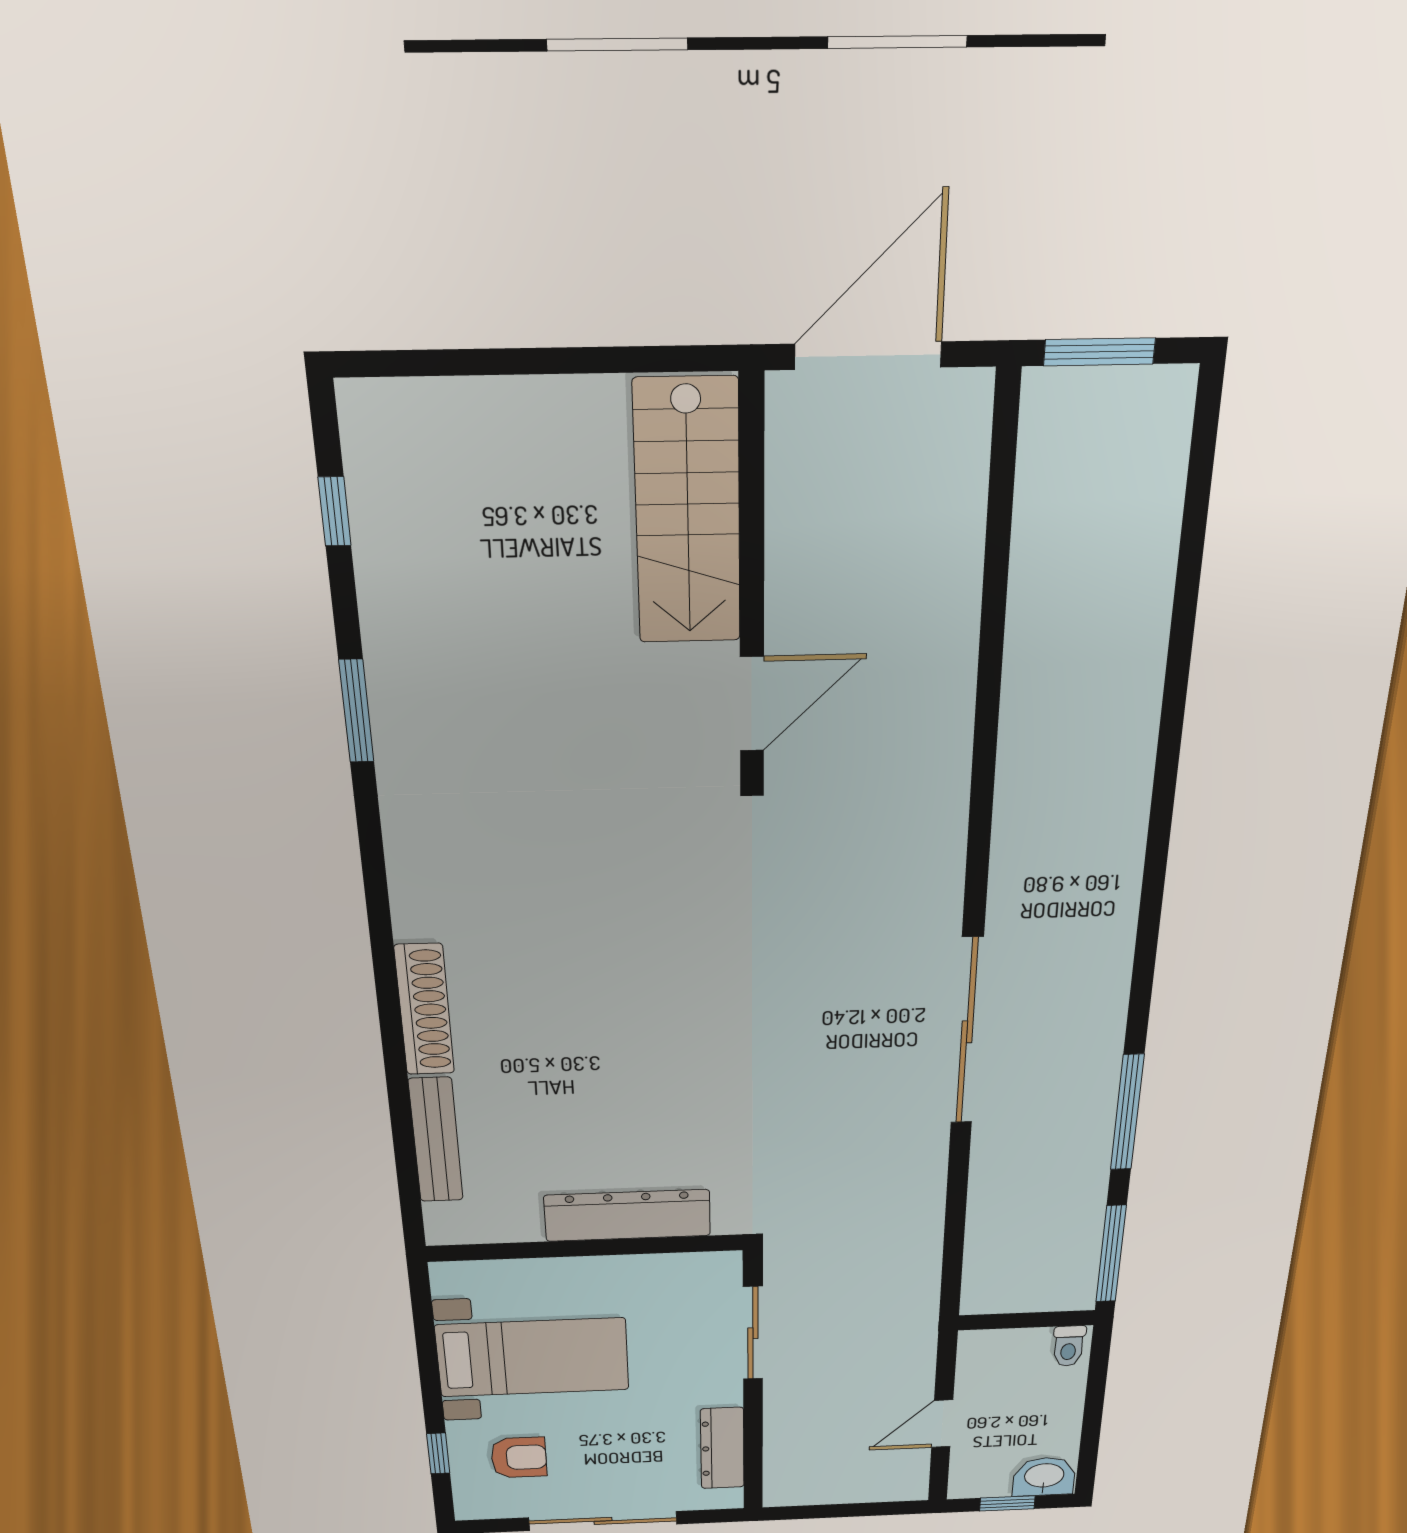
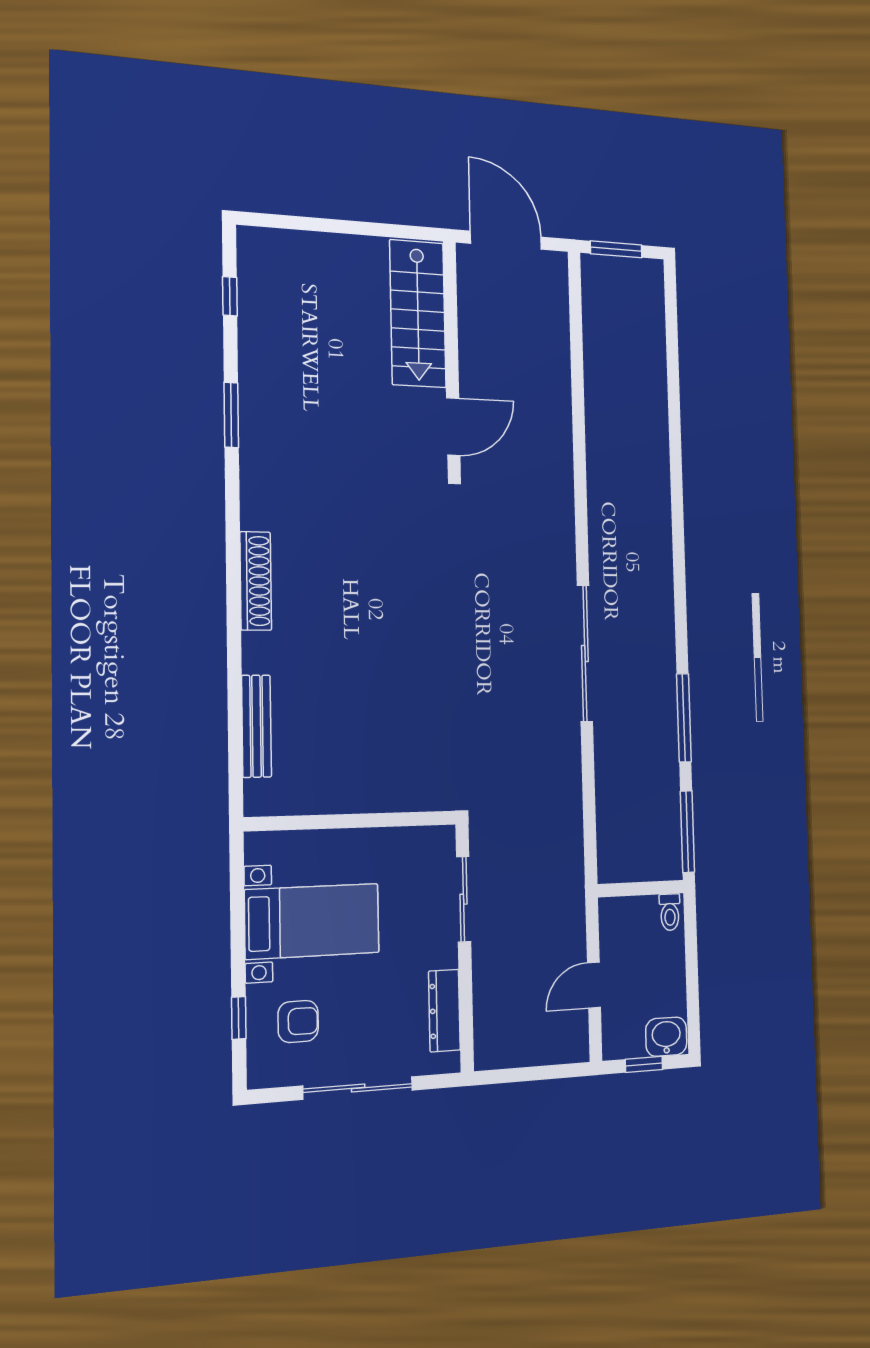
door: (868, 356) -> (506, 240), hinge flipped
shoe rack: (424, 1010) -> (256, 581), moved
dresser: (627, 1215) -> (380, 793), removed

